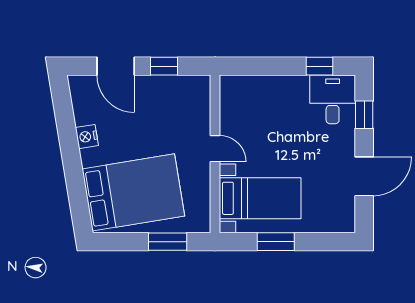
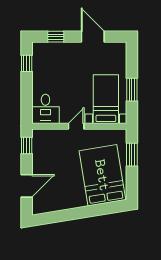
window: (164, 66) -> (27, 146), moved
desk: (333, 99) -> (45, 109), moved, turned -90
nightstand: (87, 137) -> (69, 203), removed

